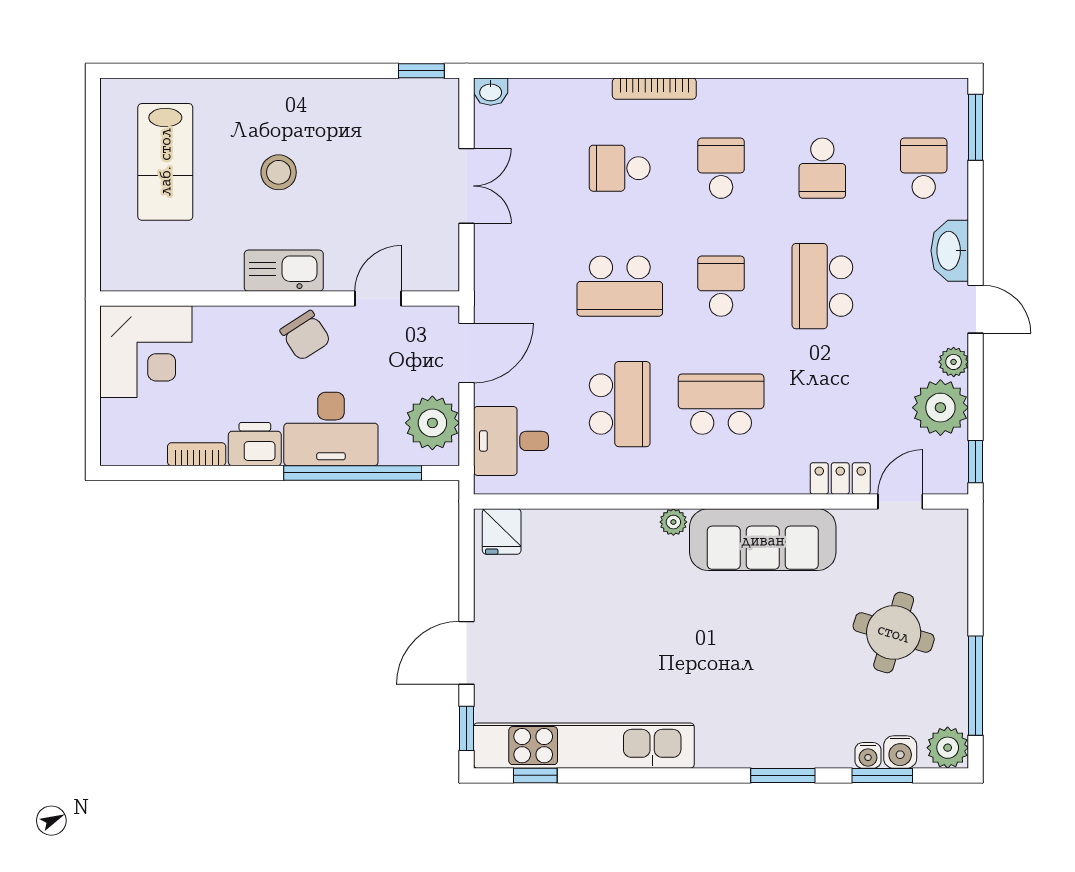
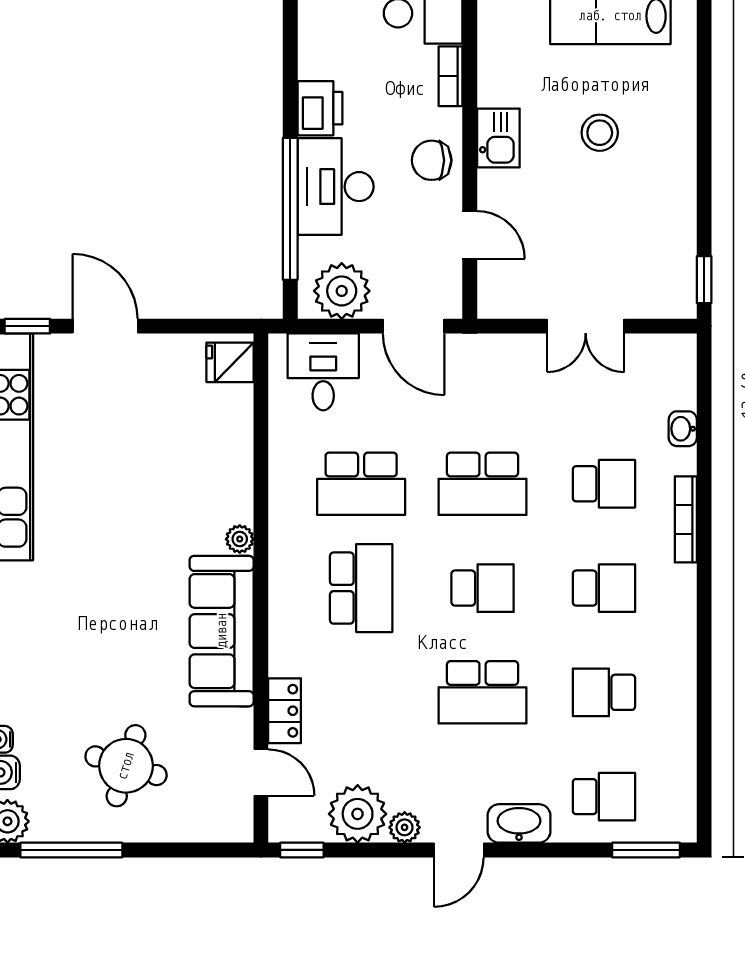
washbasin: (491, 92) -> (683, 429), moved
school desk: (620, 168) -> (604, 484), turned 90
kitchen sink: (284, 271) -> (498, 138), width x0.73
school desk: (620, 286) -> (483, 484), turned -90
school desk: (822, 286) -> (483, 692), turned 180
chair: (305, 336) -> (432, 160), turned 33
bookcase: (197, 454) -> (450, 76), moved, turned 180

